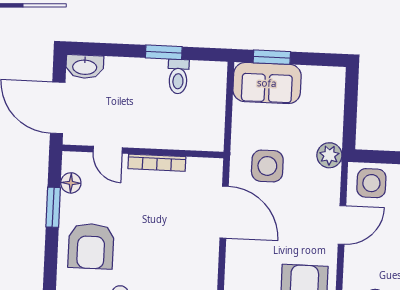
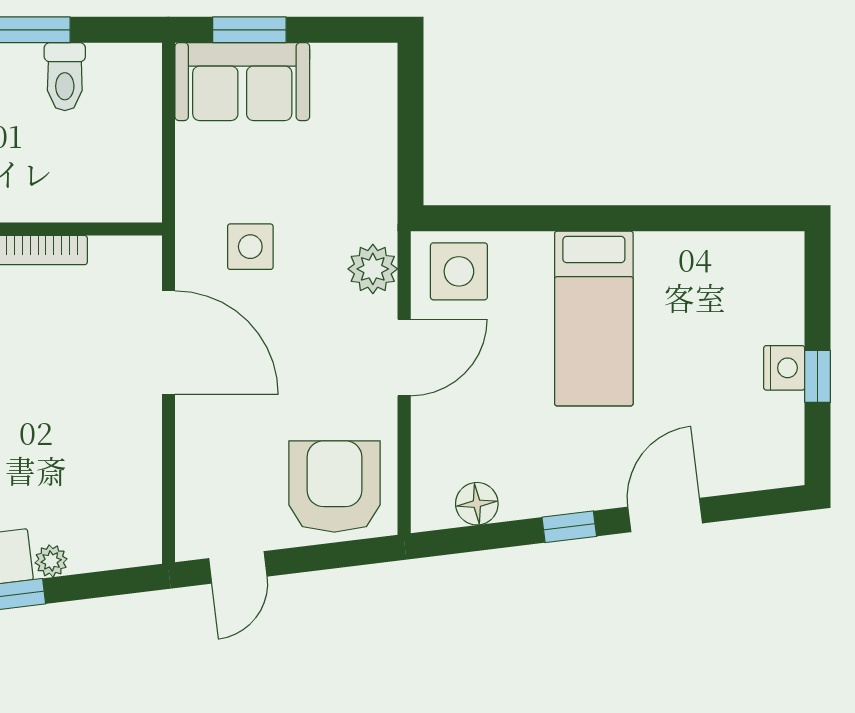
plant: (329, 155) -> (373, 269), moved
side table: (267, 166) -> (250, 247), width x0.73, depth x0.73

